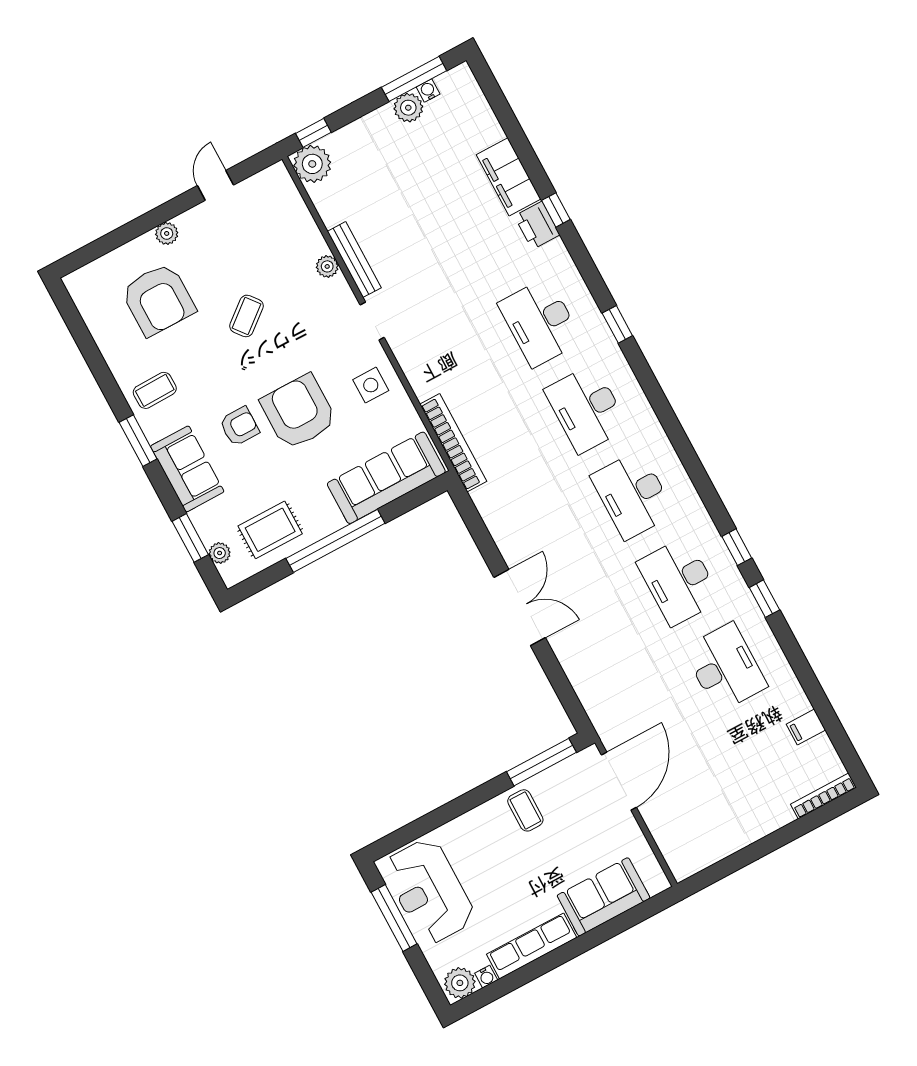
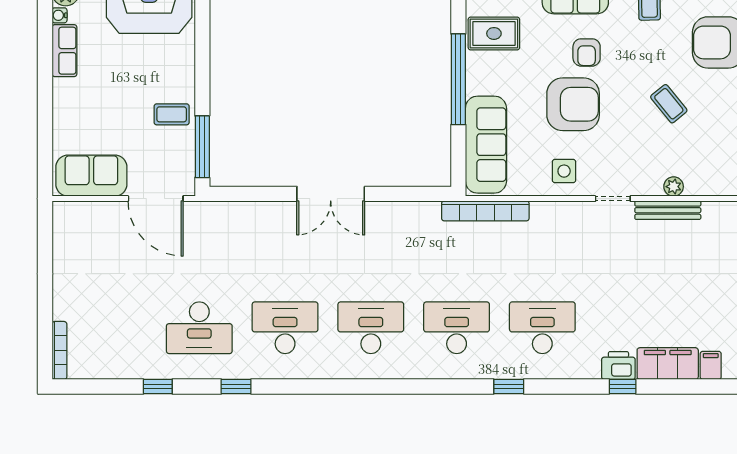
rug: (270, 530) -> (494, 33), turned 90
window: (737, 547) -> (158, 386), moved
filing cabinet: (806, 727) -> (711, 365), moved
sofa: (604, 897) -> (91, 176), moved, turned -90
row of seats: (532, 946) -> (64, 51), width x0.68

